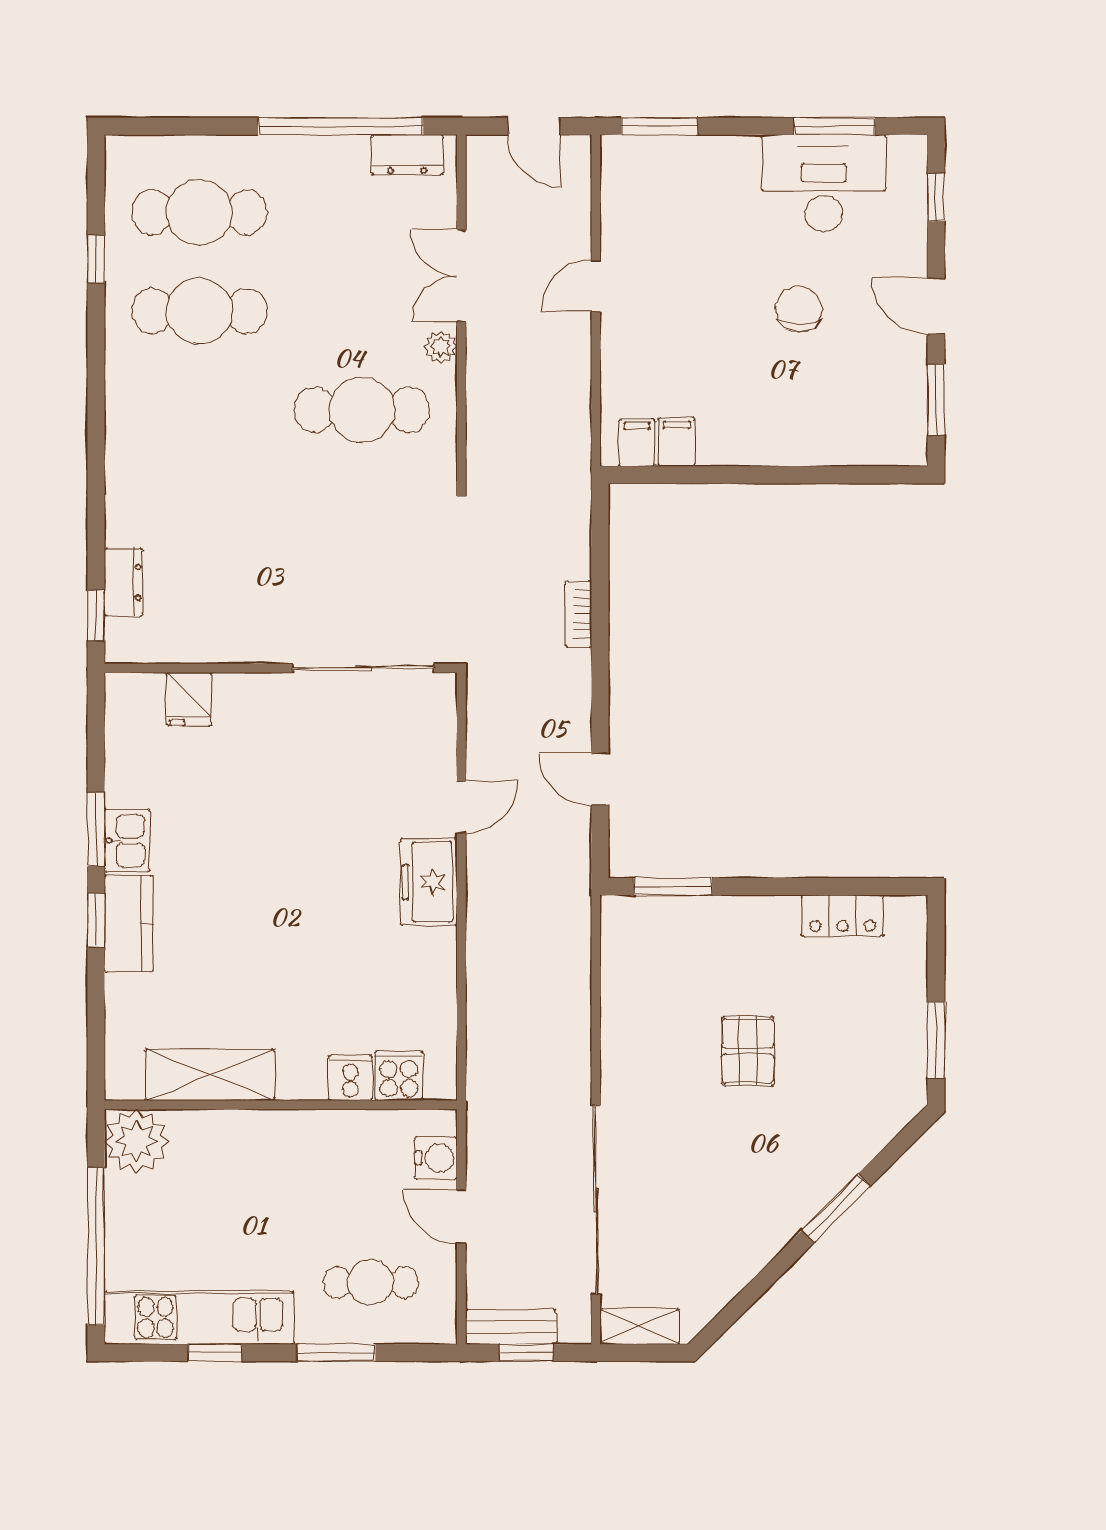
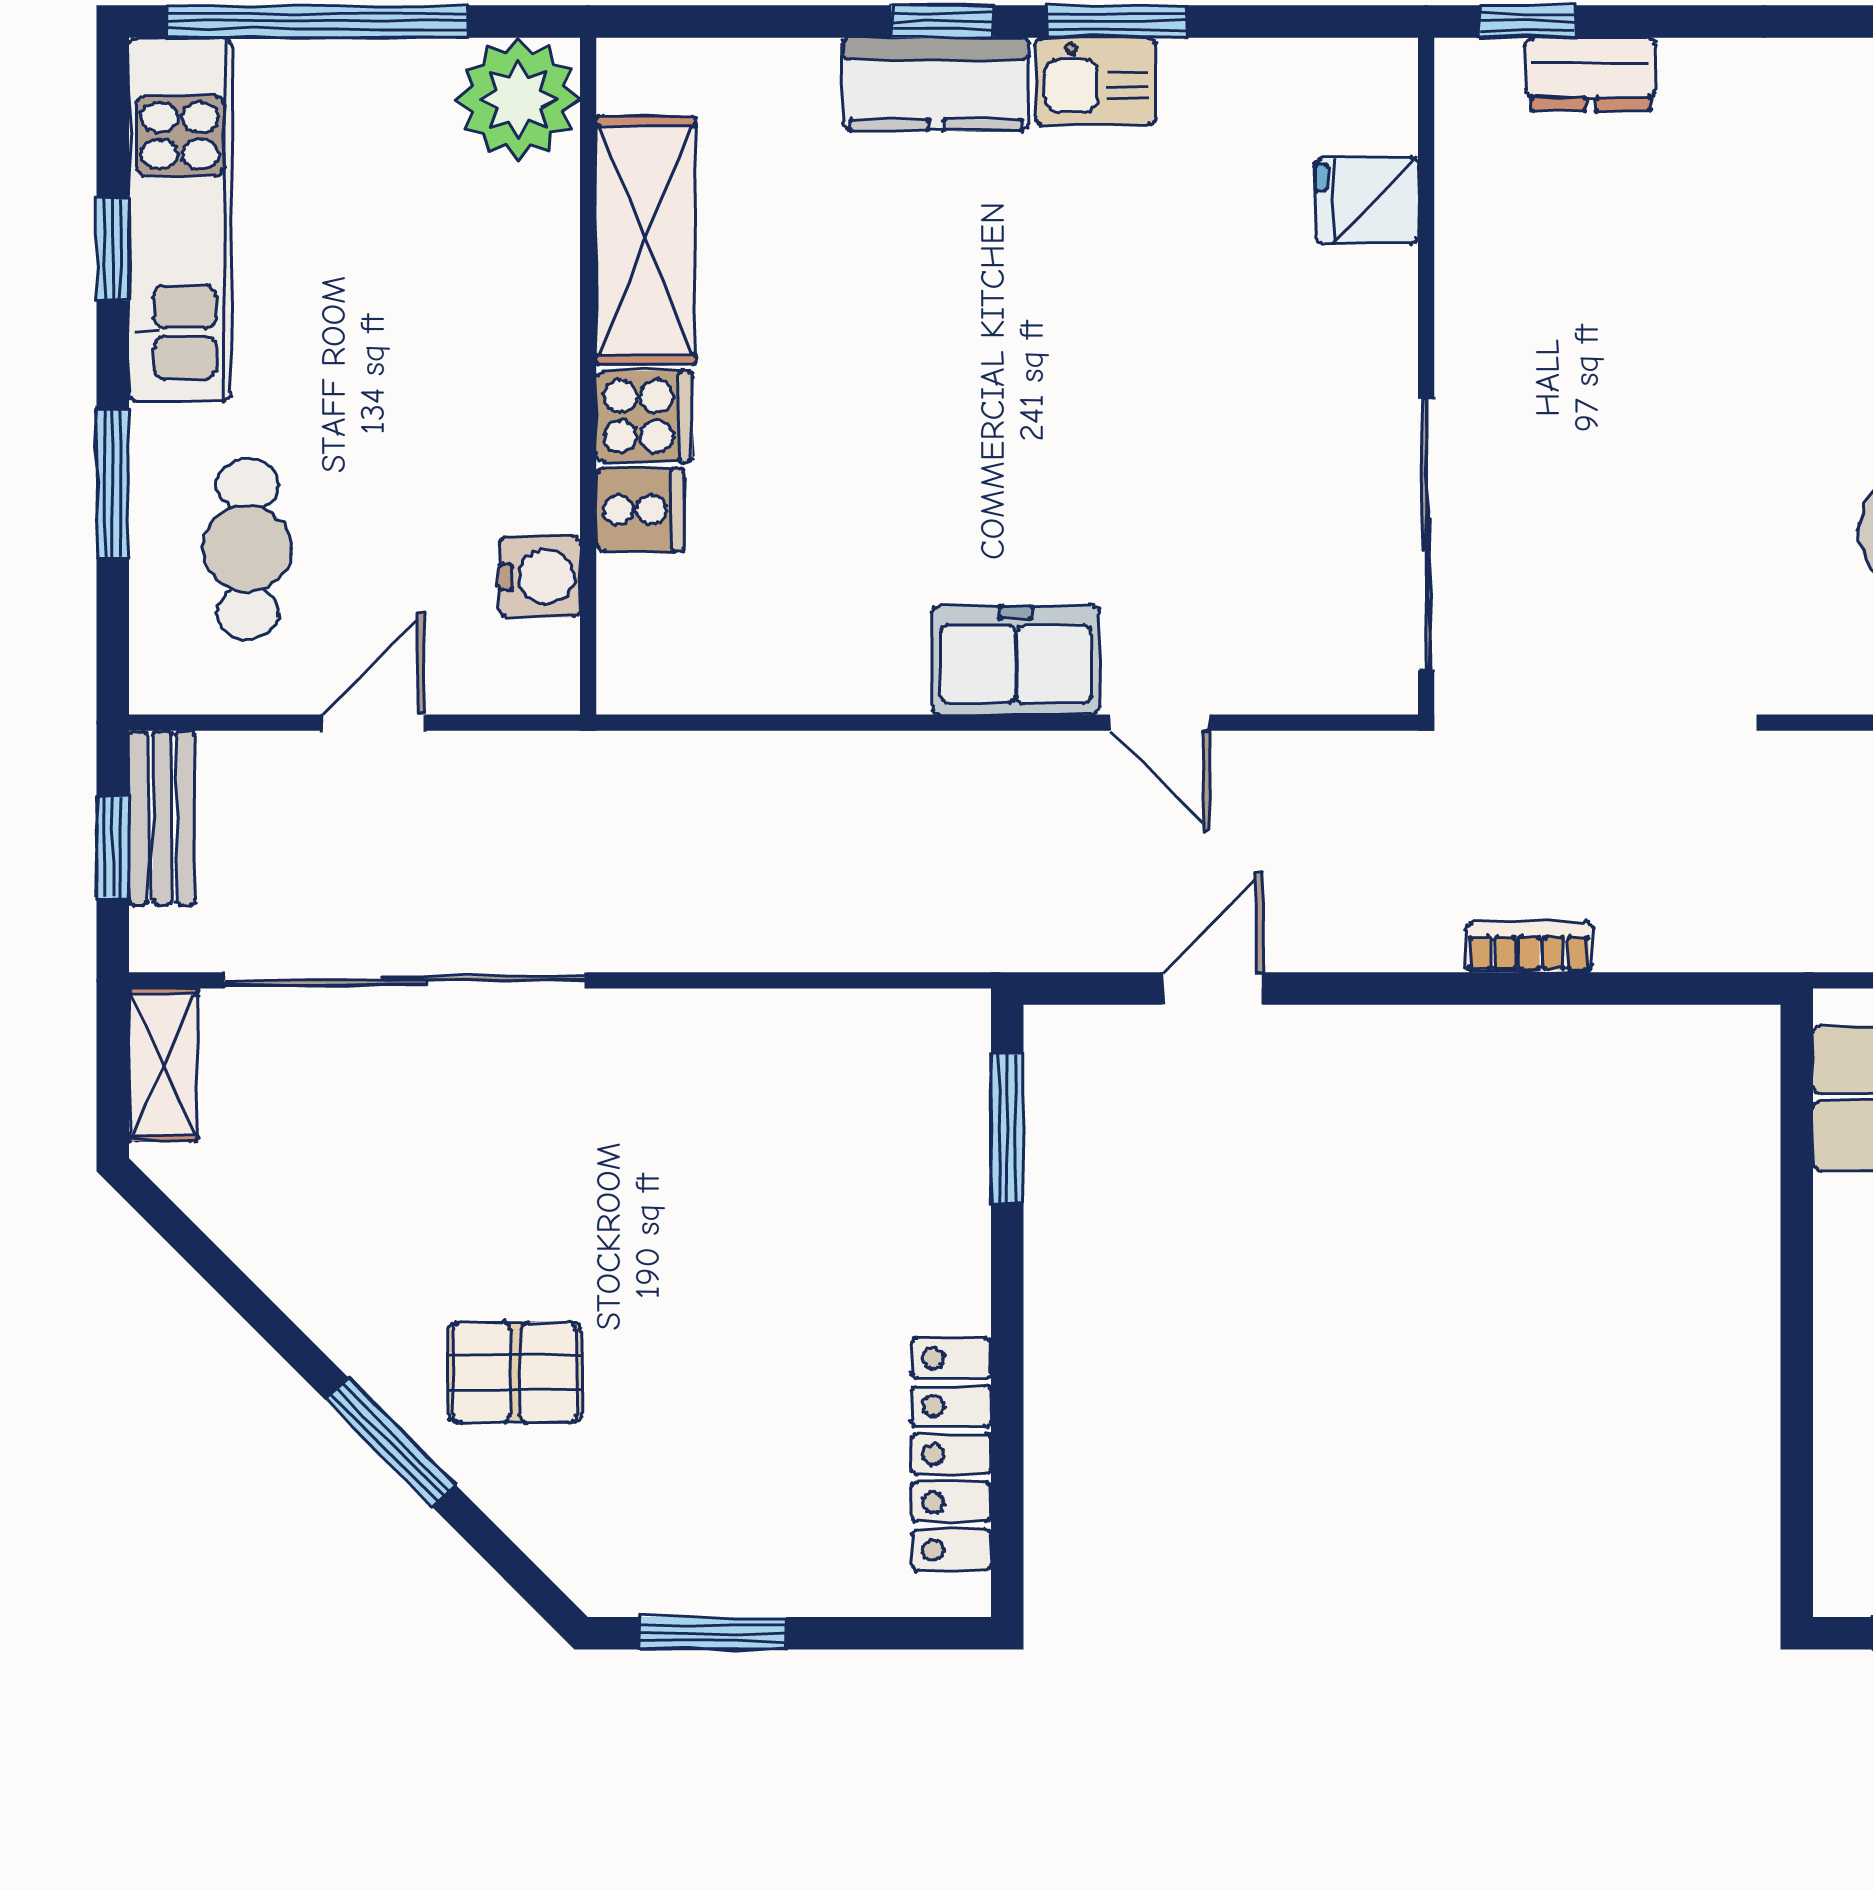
locker: (842, 916) -> (951, 1454), width x1.53
pallet: (748, 1051) -> (515, 1373), moved
cooker: (399, 1076) -> (644, 416), moved
water cooler: (436, 1158) -> (540, 577), moved, turned -90

